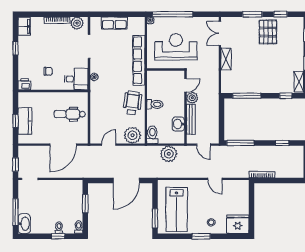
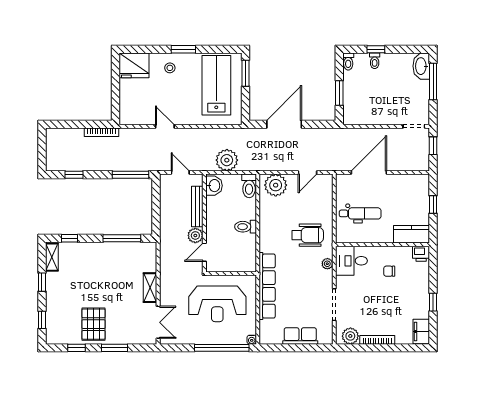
wheelchair: (133, 103) -> (308, 235), moved, turned -97
kitchen counter: (25, 121) -> (411, 234), moved, turned 90
washbasin: (178, 124) -> (214, 186), moved

